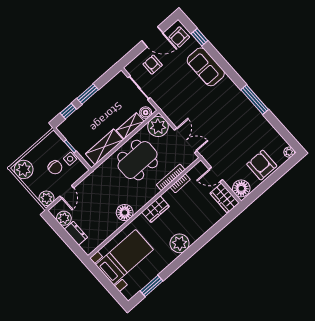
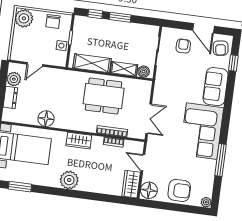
armchair: (179, 37) -> (221, 48), turned -95
window: (255, 100) -> (221, 160), moved
corner sofa: (231, 108) -> (202, 131), added
plant: (158, 126) -> (141, 90), removed
armchair: (262, 165) -> (179, 190), turned 90
chair: (55, 167) -> (53, 21), moved
plant: (47, 198) -> (17, 54), removed
floor lamp: (125, 213) -> (46, 119), moved

